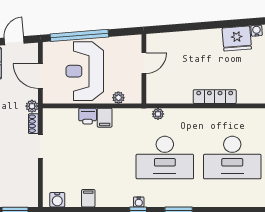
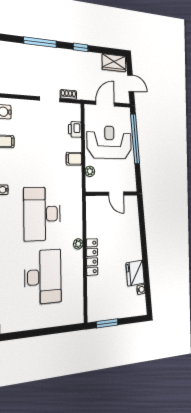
plant: (32, 106) -> (82, 94), removed
plant: (158, 114) -> (78, 244), moved
printer: (88, 116) -> (75, 129), moved
desk: (232, 158) -> (43, 277), turned 180

